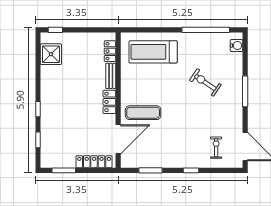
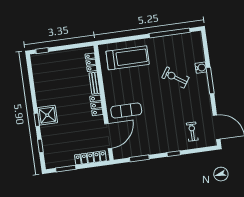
water cooler: (236, 46) -> (201, 68), moved
treadmill: (153, 52) -> (128, 58), turned 180
shower: (51, 54) -> (47, 115), moved

